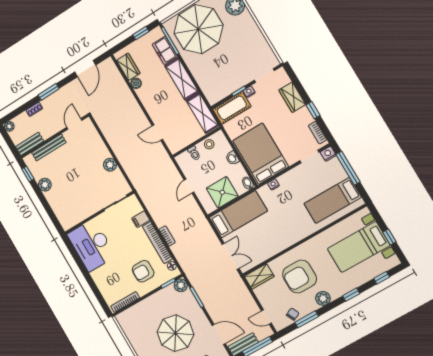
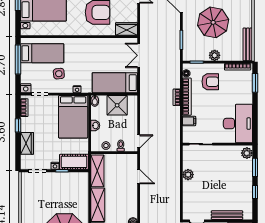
window: (348, 168) -> (18, 59), moved
window: (28, 174) -> (255, 192), moved
plant: (45, 185) -> (247, 153), moved
door: (189, 186) -> (139, 141), moved
side table: (302, 189) -> (59, 74), added
window: (50, 211) -> (255, 167), added
plant: (181, 285) -> (215, 55), moved
window: (99, 296) -> (255, 83), added
bench: (128, 330) -> (248, 44), added

